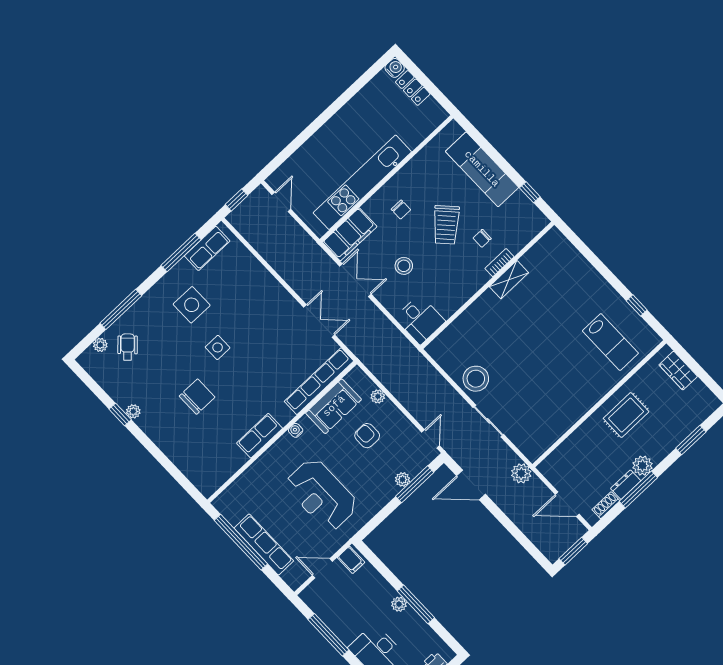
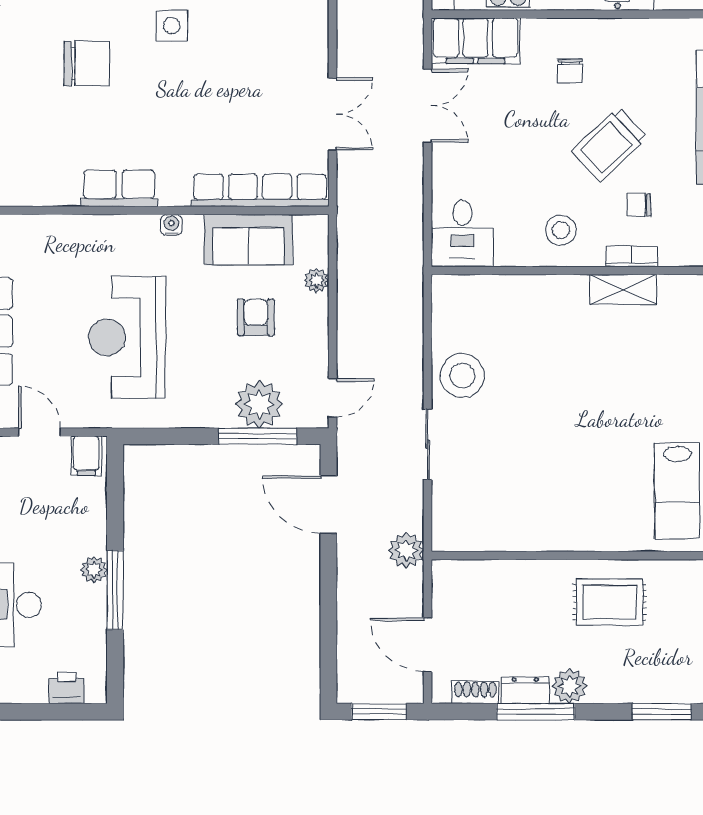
stool: (404, 266) -> (561, 230), moved
plant: (402, 479) -> (259, 404), width x1.87, depth x1.87

